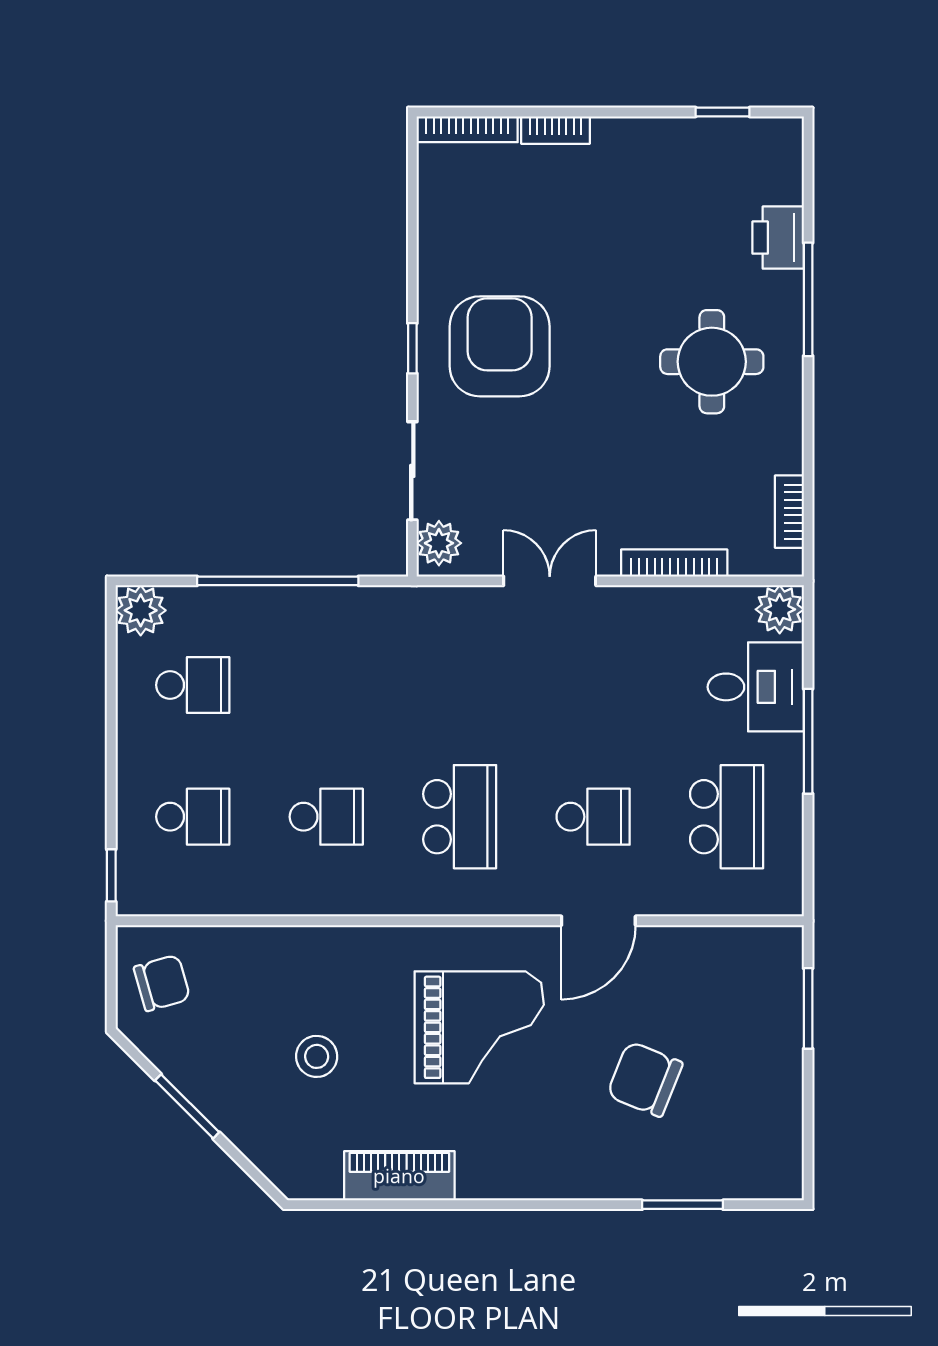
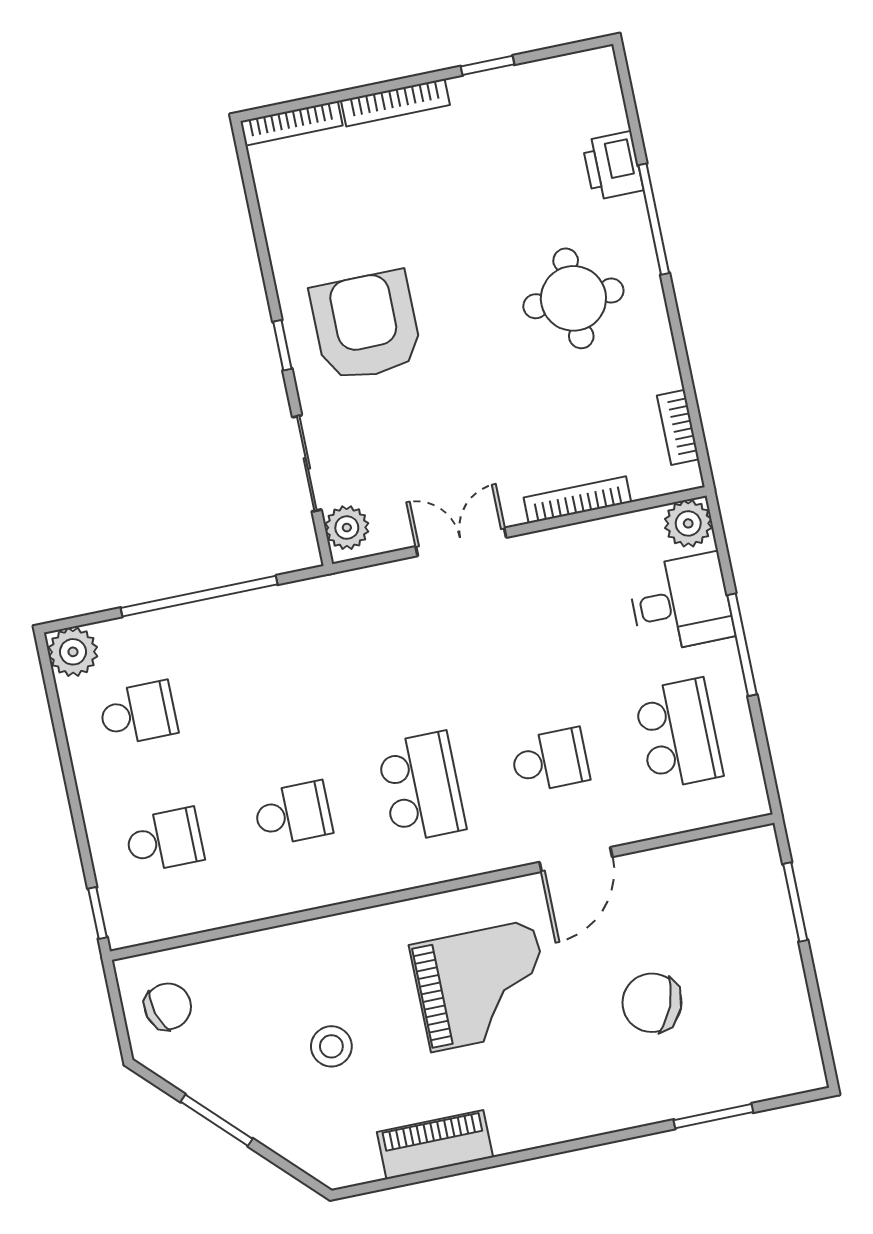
window: (723, 112) -> (488, 65), moved
bookcase: (556, 130) -> (395, 103), width x1.56

